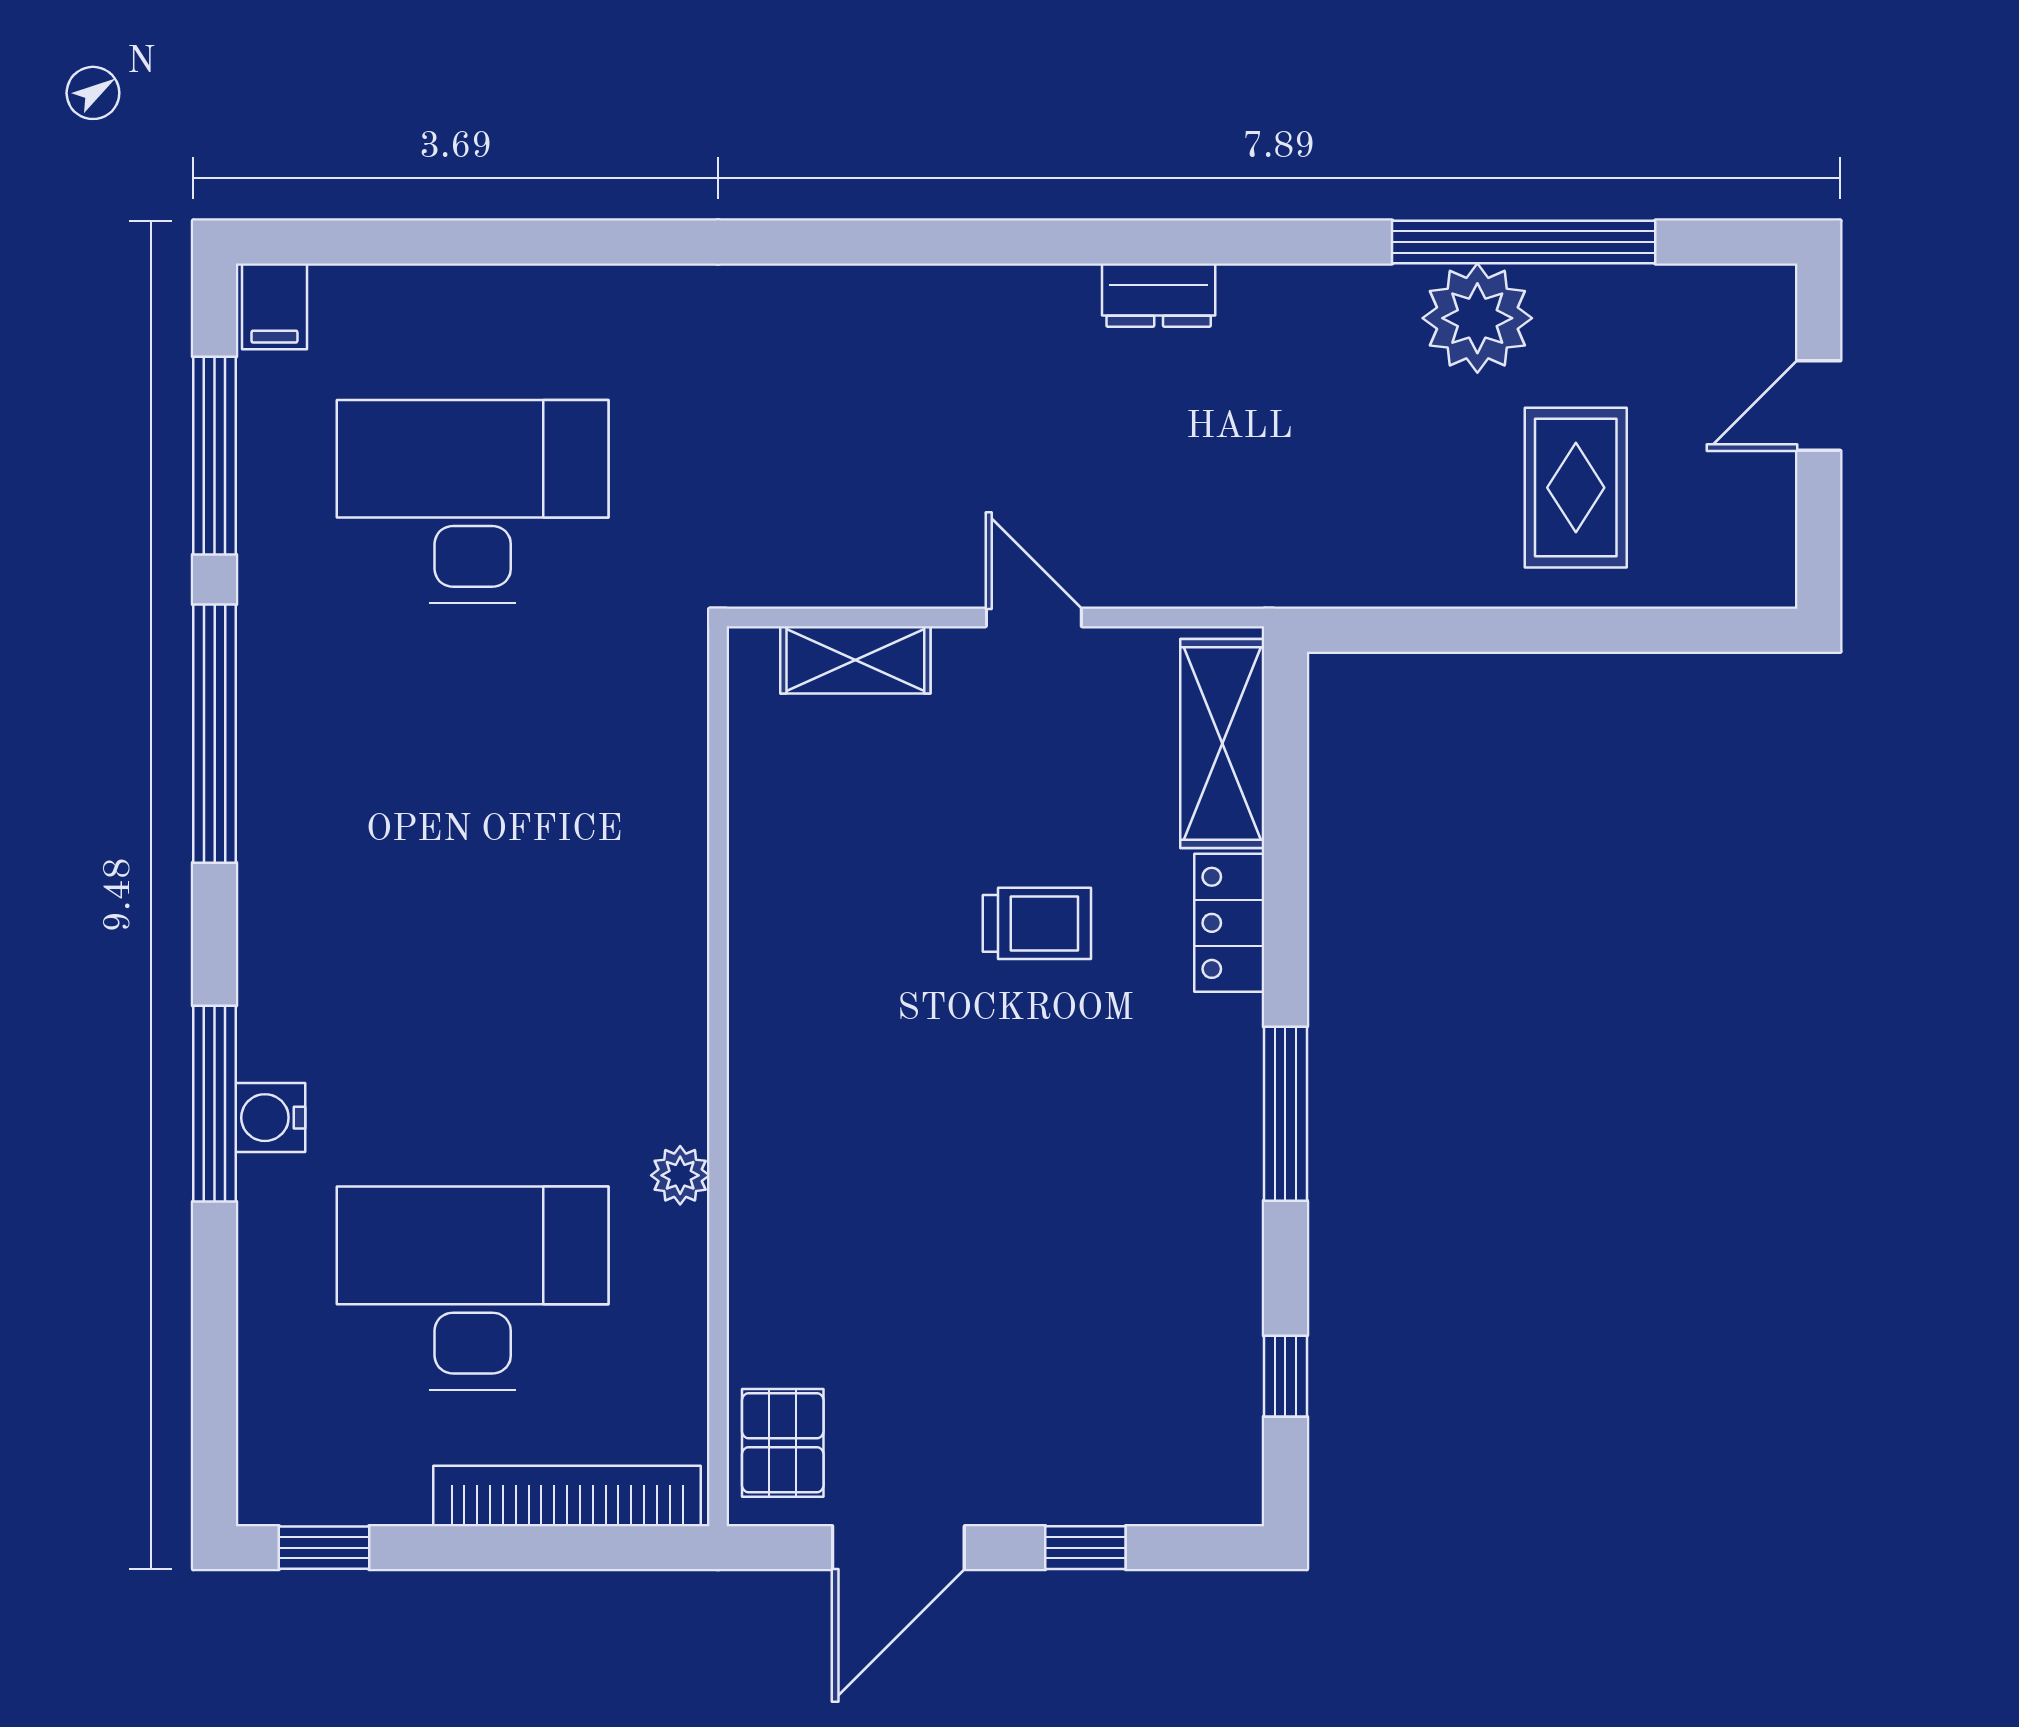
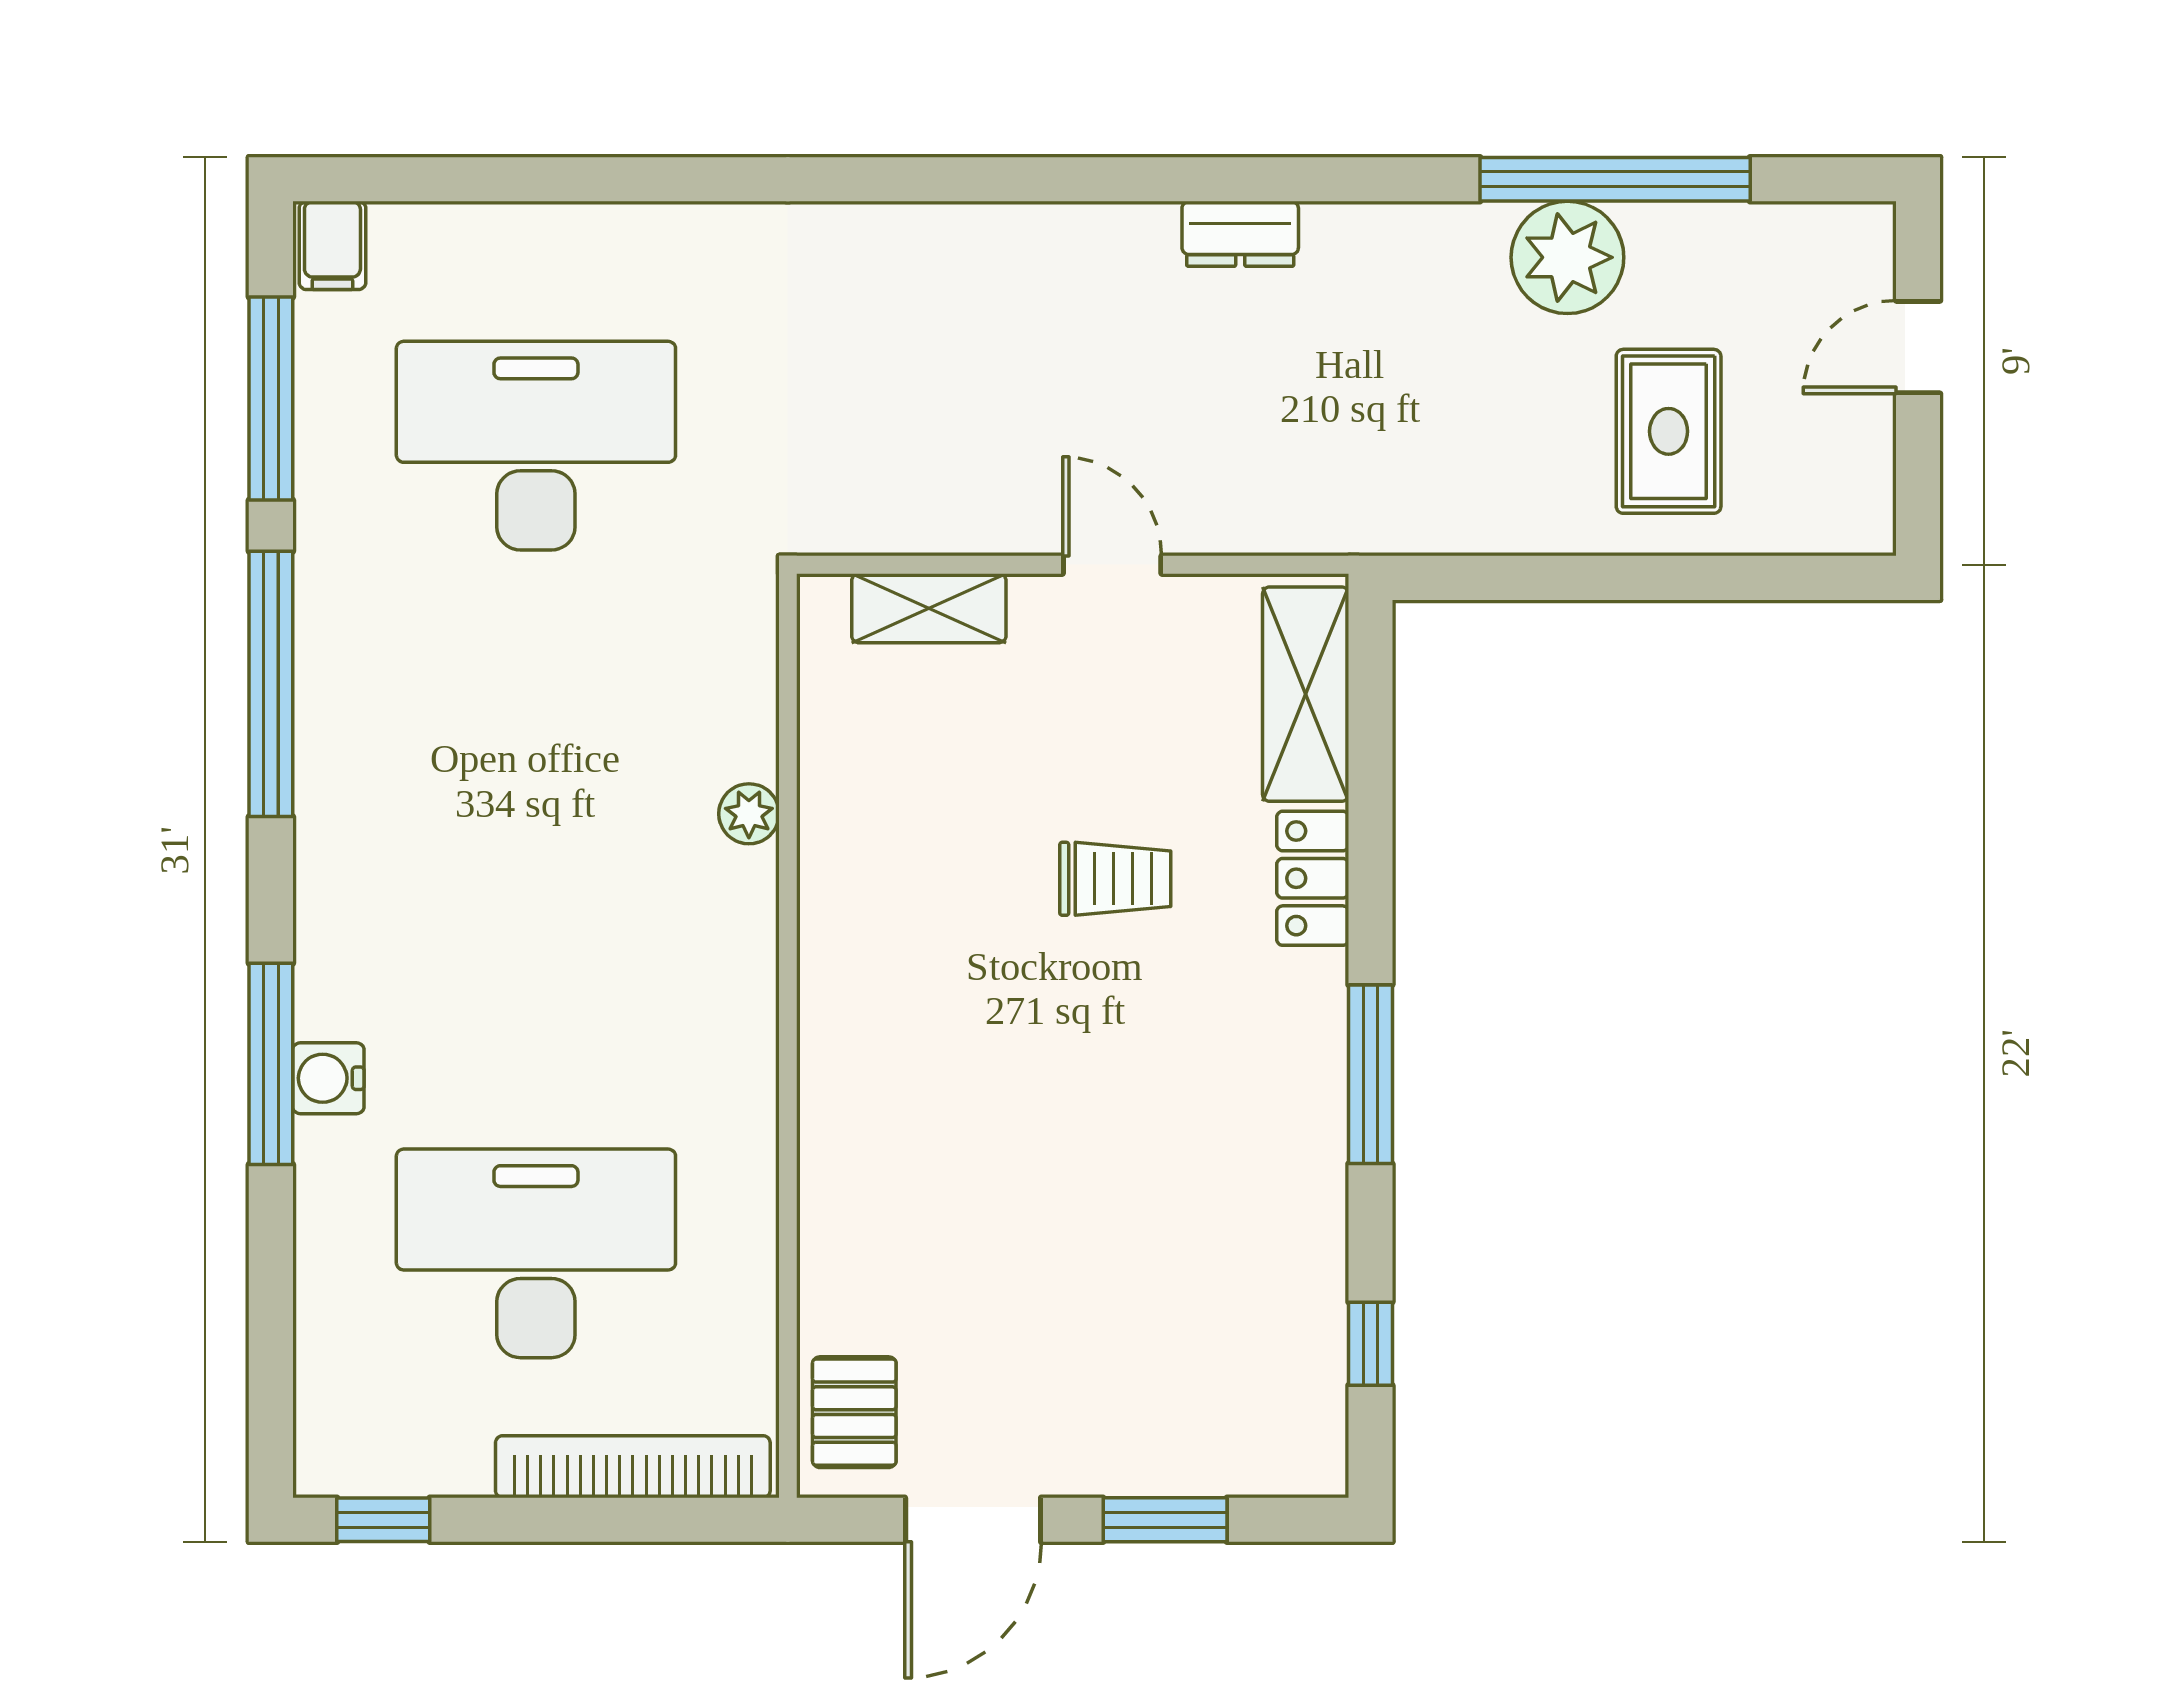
plant: (680, 1175) -> (749, 814), moved
window: (1085, 1548) -> (1165, 1520), width x1.50

